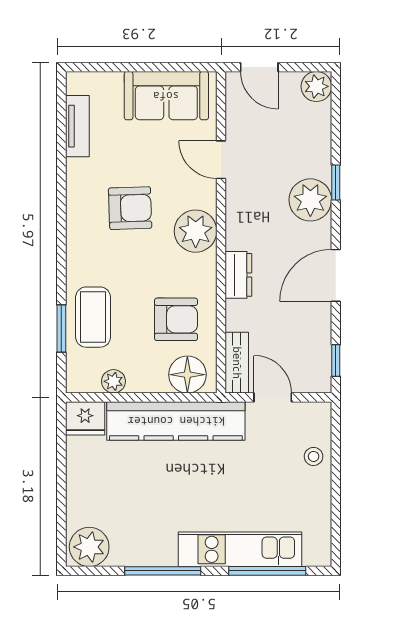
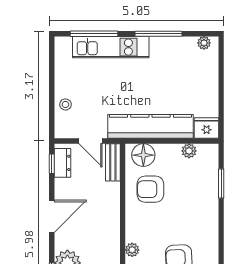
plant: (196, 231) -> (132, 250), width x0.53, depth x0.53
dresser: (238, 275) -> (63, 163), moved, turned 180
coffee table: (93, 317) -> (202, 191), removed
plant: (89, 547) -> (204, 43), width x0.53, depth x0.53

